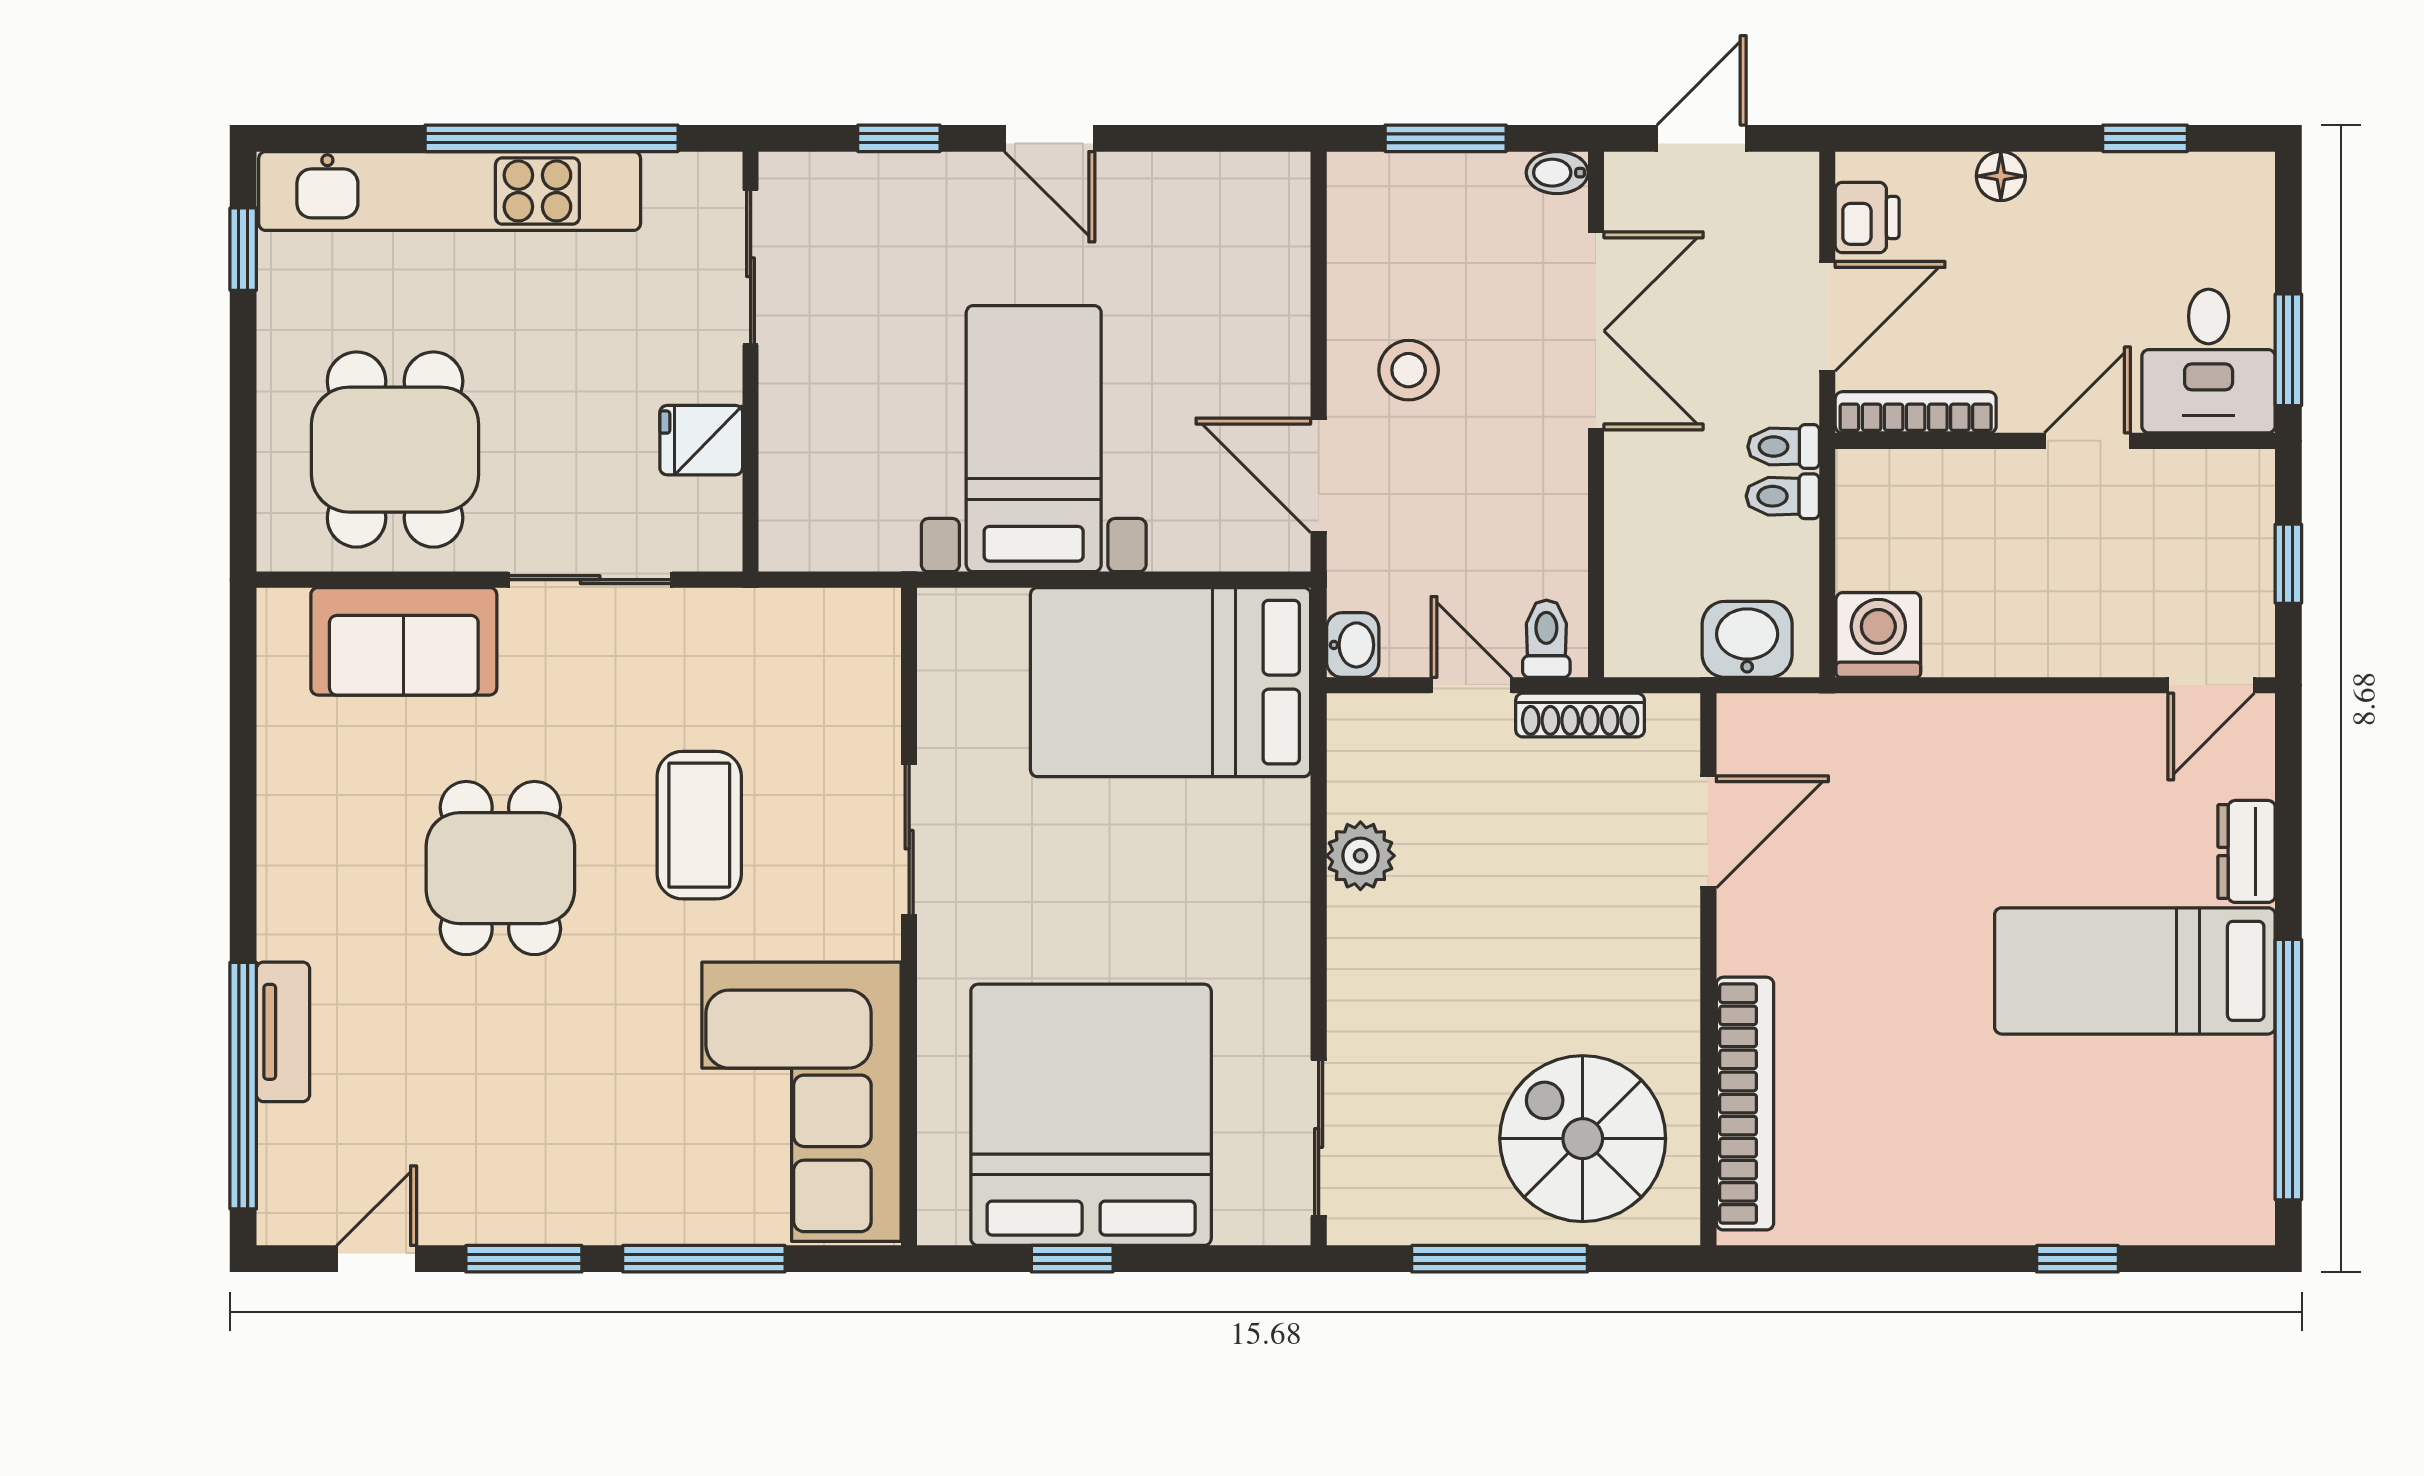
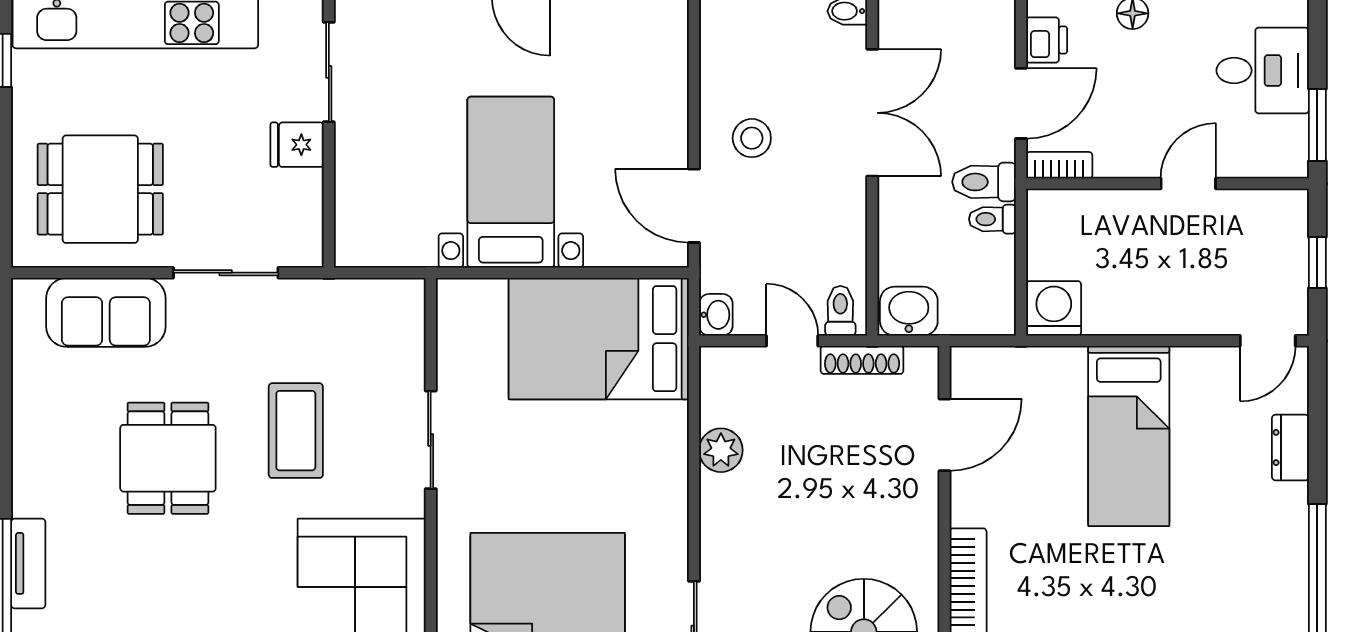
desk: (2209, 361) -> (1263, 71), moved, turned -90
bookcase: (1916, 412) -> (1059, 165), width x0.64
fridge: (701, 440) -> (297, 145), moved
toilet: (1784, 447) -> (984, 182), width x1.37, depth x1.39
dining table: (395, 450) -> (100, 189), turned 90
washbasin: (1747, 639) -> (909, 311), moved
bed: (2135, 971) -> (1129, 436), moved, turned -90

